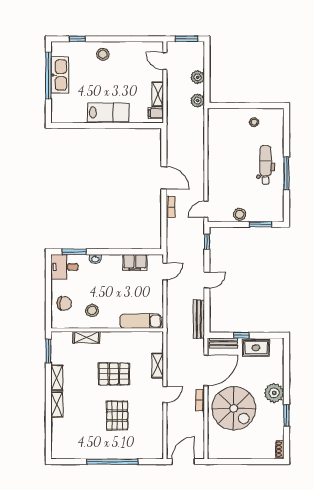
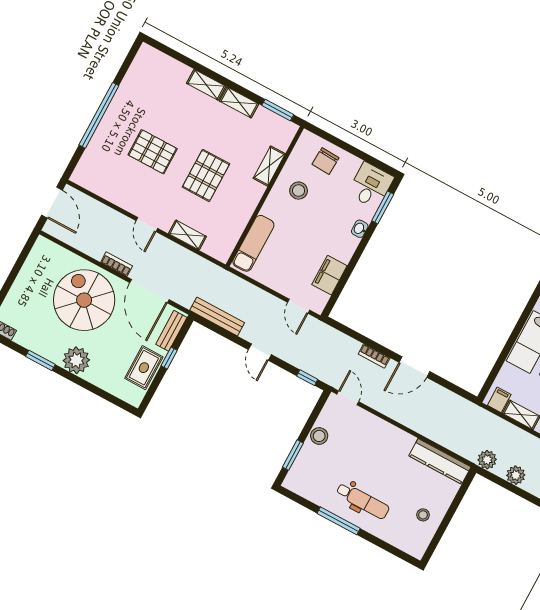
kitchen counter: (215, 130) -> (440, 461), added
spiral stairs: (234, 408) -> (84, 300), turned 90

